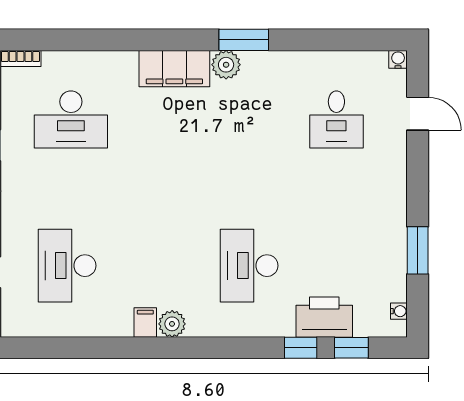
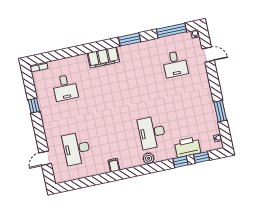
window: (345, 40) -> (171, 30), added
plant: (226, 65) -> (124, 51), removed
desk: (71, 119) -> (65, 88), width x0.73
plant: (172, 324) -> (149, 158), moved

